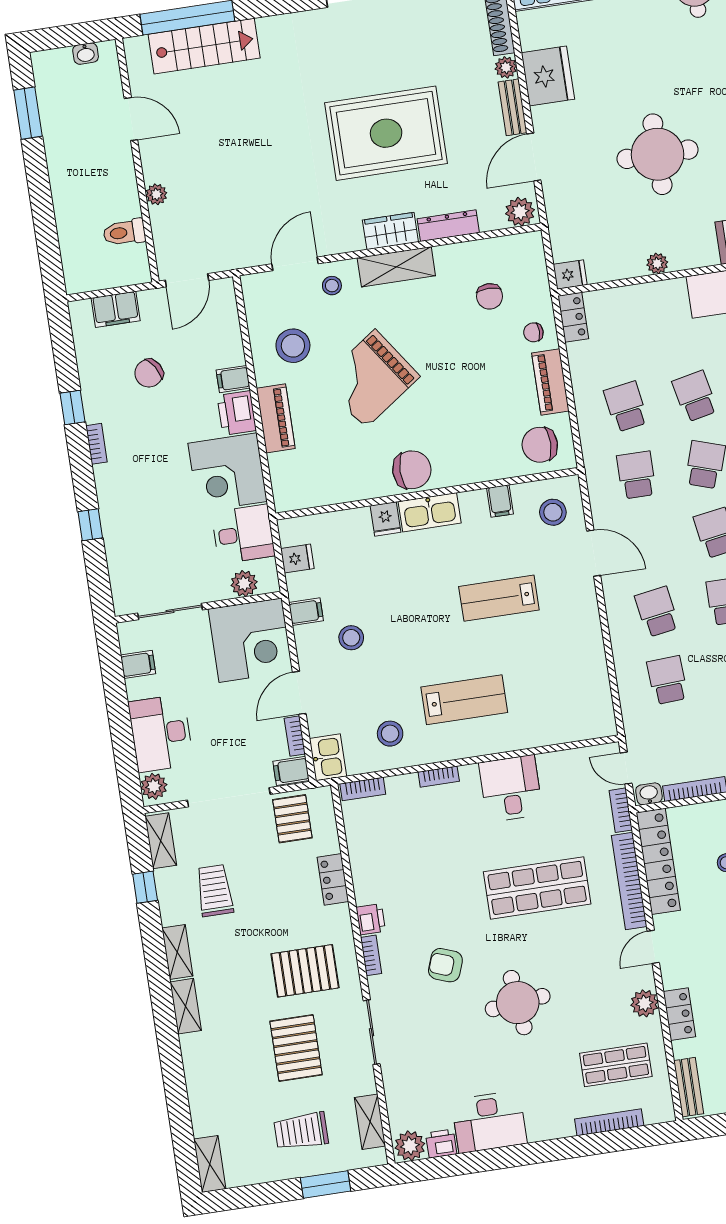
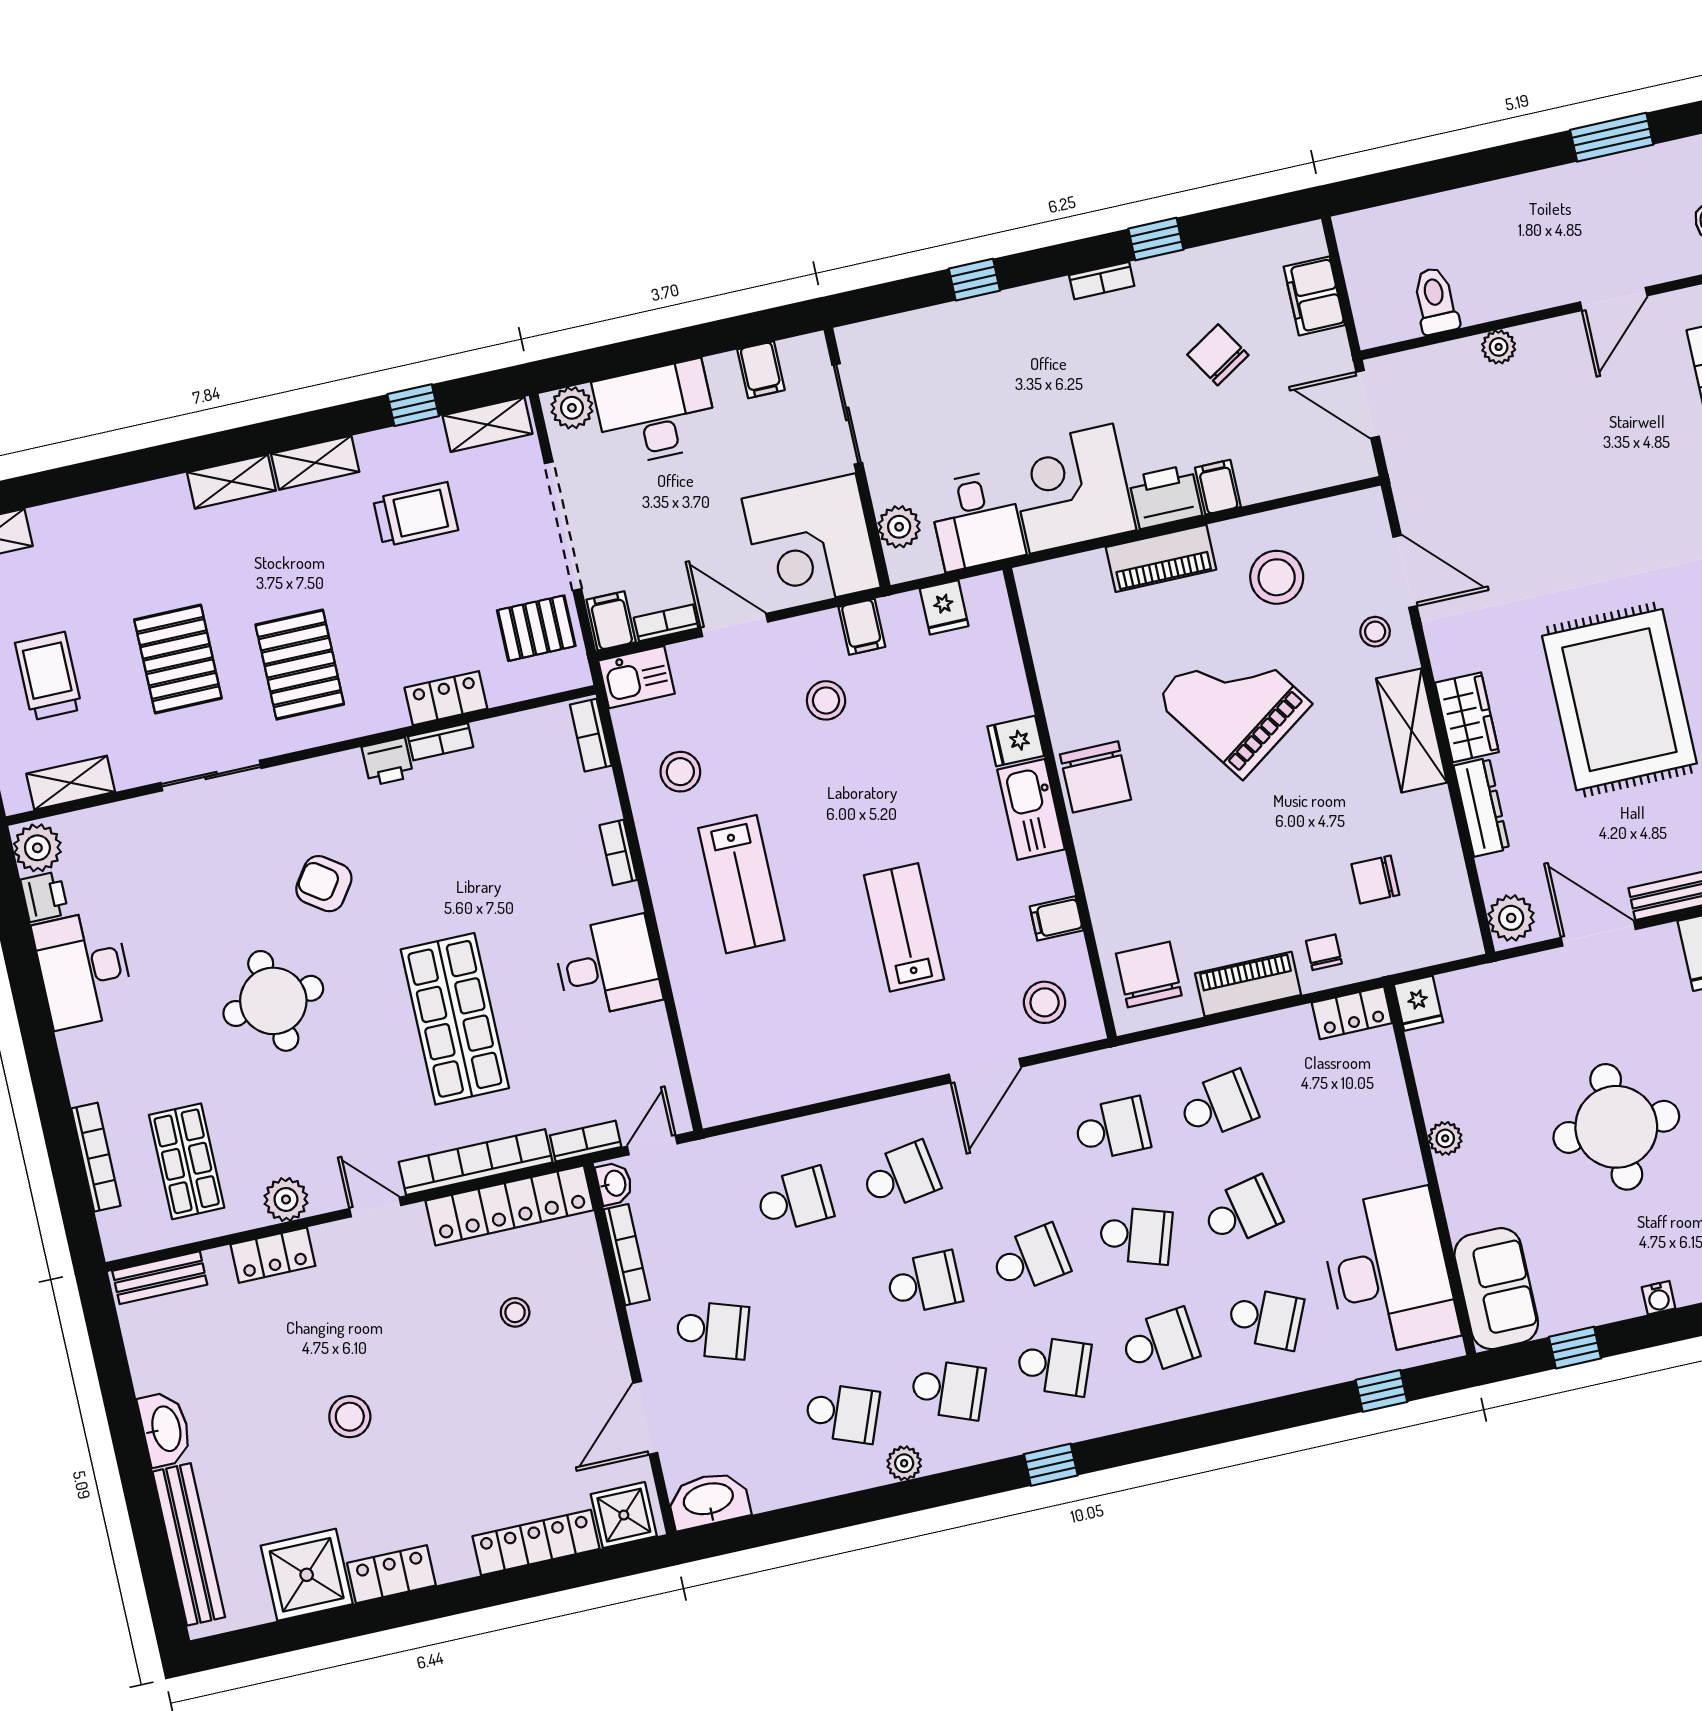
bookcase: (371, 955) -> (441, 742), moved
armchair: (445, 965) -> (324, 884), turned -75
pallet: (296, 1048) -> (178, 659), turned 90

